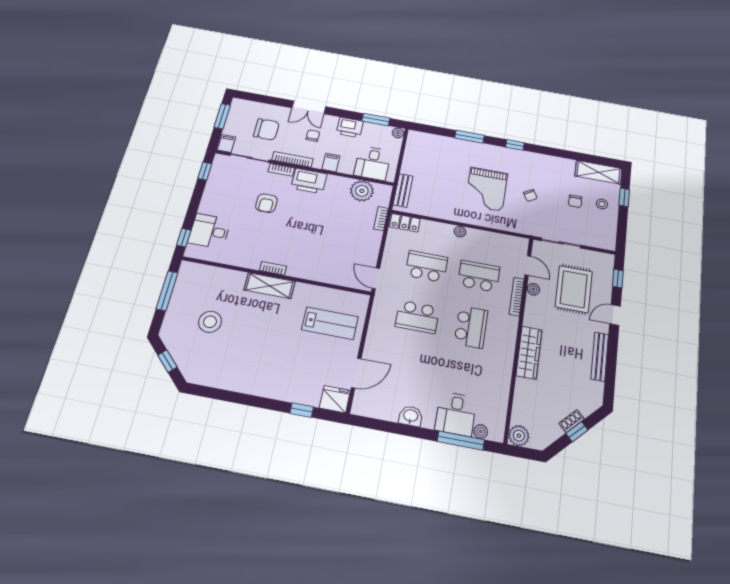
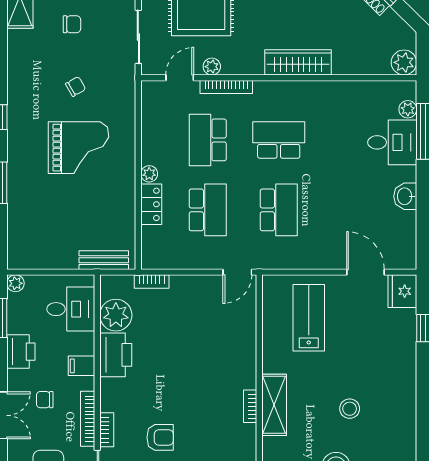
printer: (309, 181) -> (116, 355), moved
locker: (405, 223) -> (151, 204), moved
school desk: (426, 266) -> (208, 210), turned 180
stool: (252, 340) -> (350, 409), added

